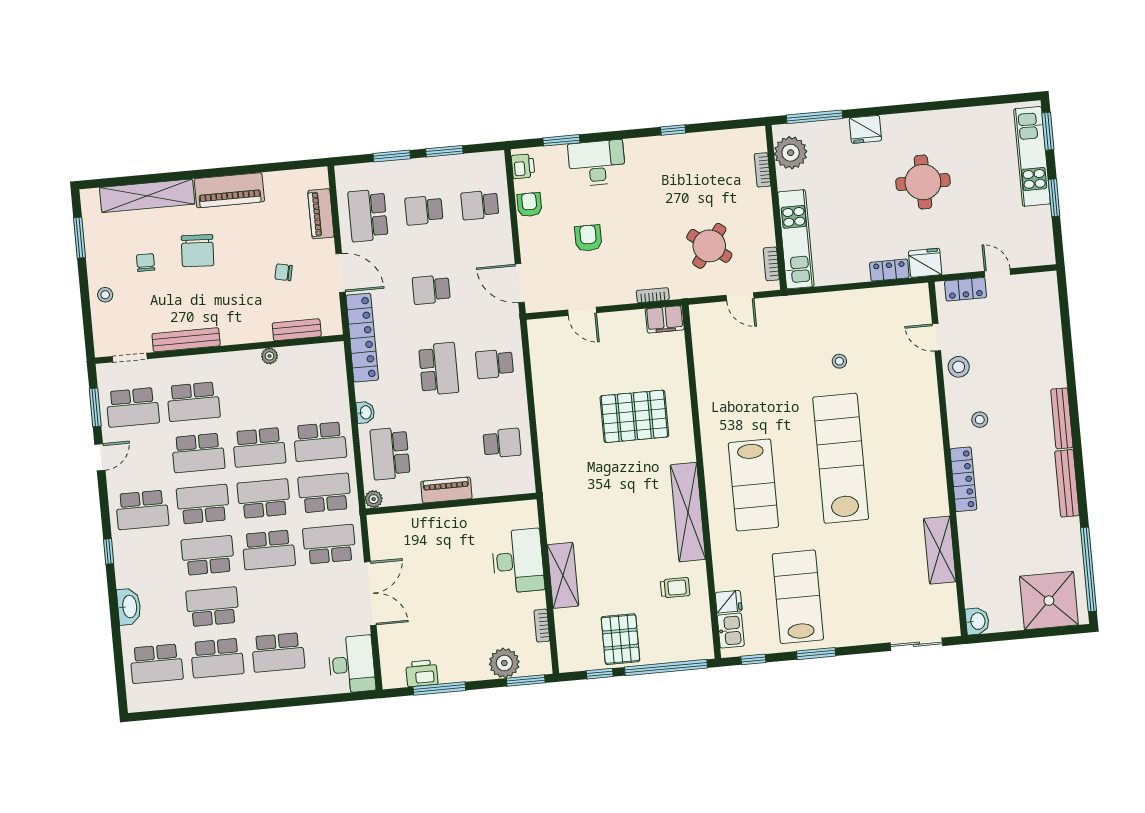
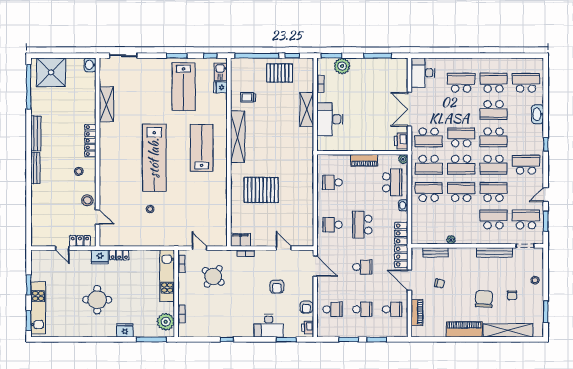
school desk: (368, 215) -> (392, 309), width x0.54
school desk: (495, 364) -> (333, 225), turned 180
pallet: (620, 639) -> (279, 73), turned 90
printer: (422, 673) -> (401, 141), moved, turned 90

